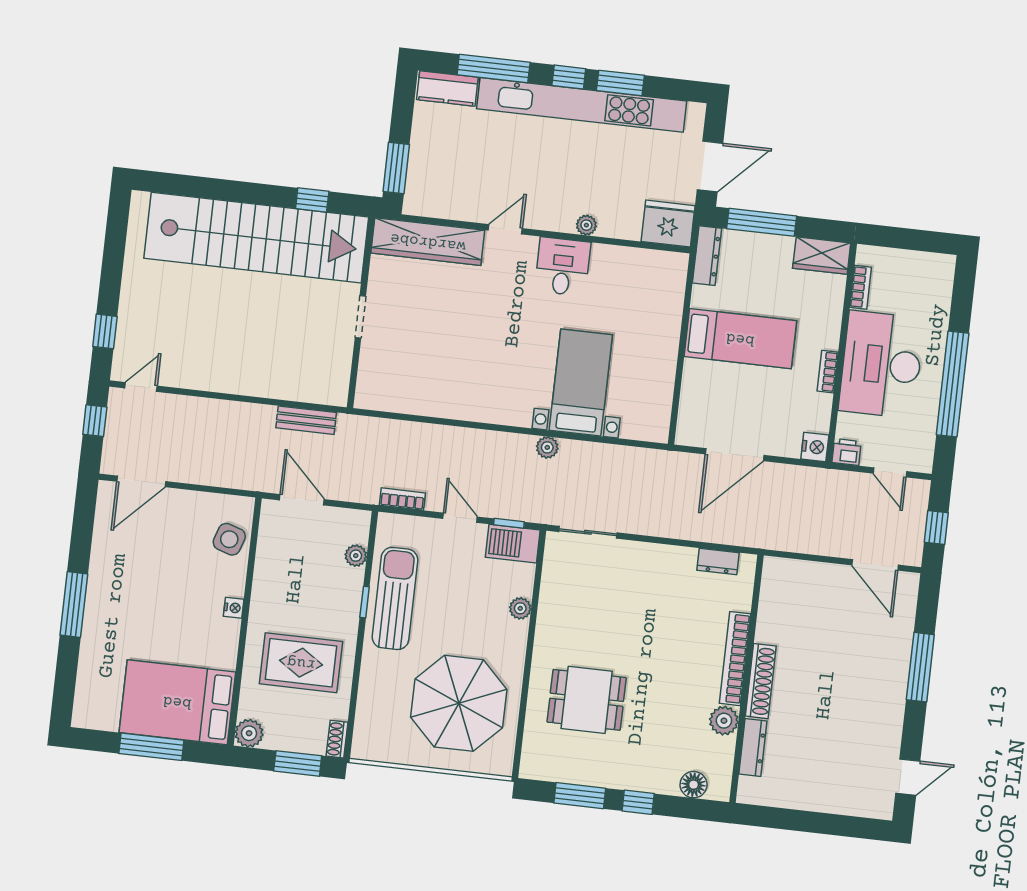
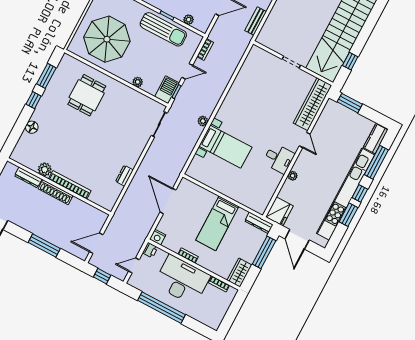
bookcase: (735, 659) -> (70, 185), moved
wall: (746, 679) -> (59, 186), moved
shoe rack: (761, 681) -> (56, 192), moved
plant: (724, 721) -> (45, 169), moved
dresser: (753, 747) -> (28, 177), moved

